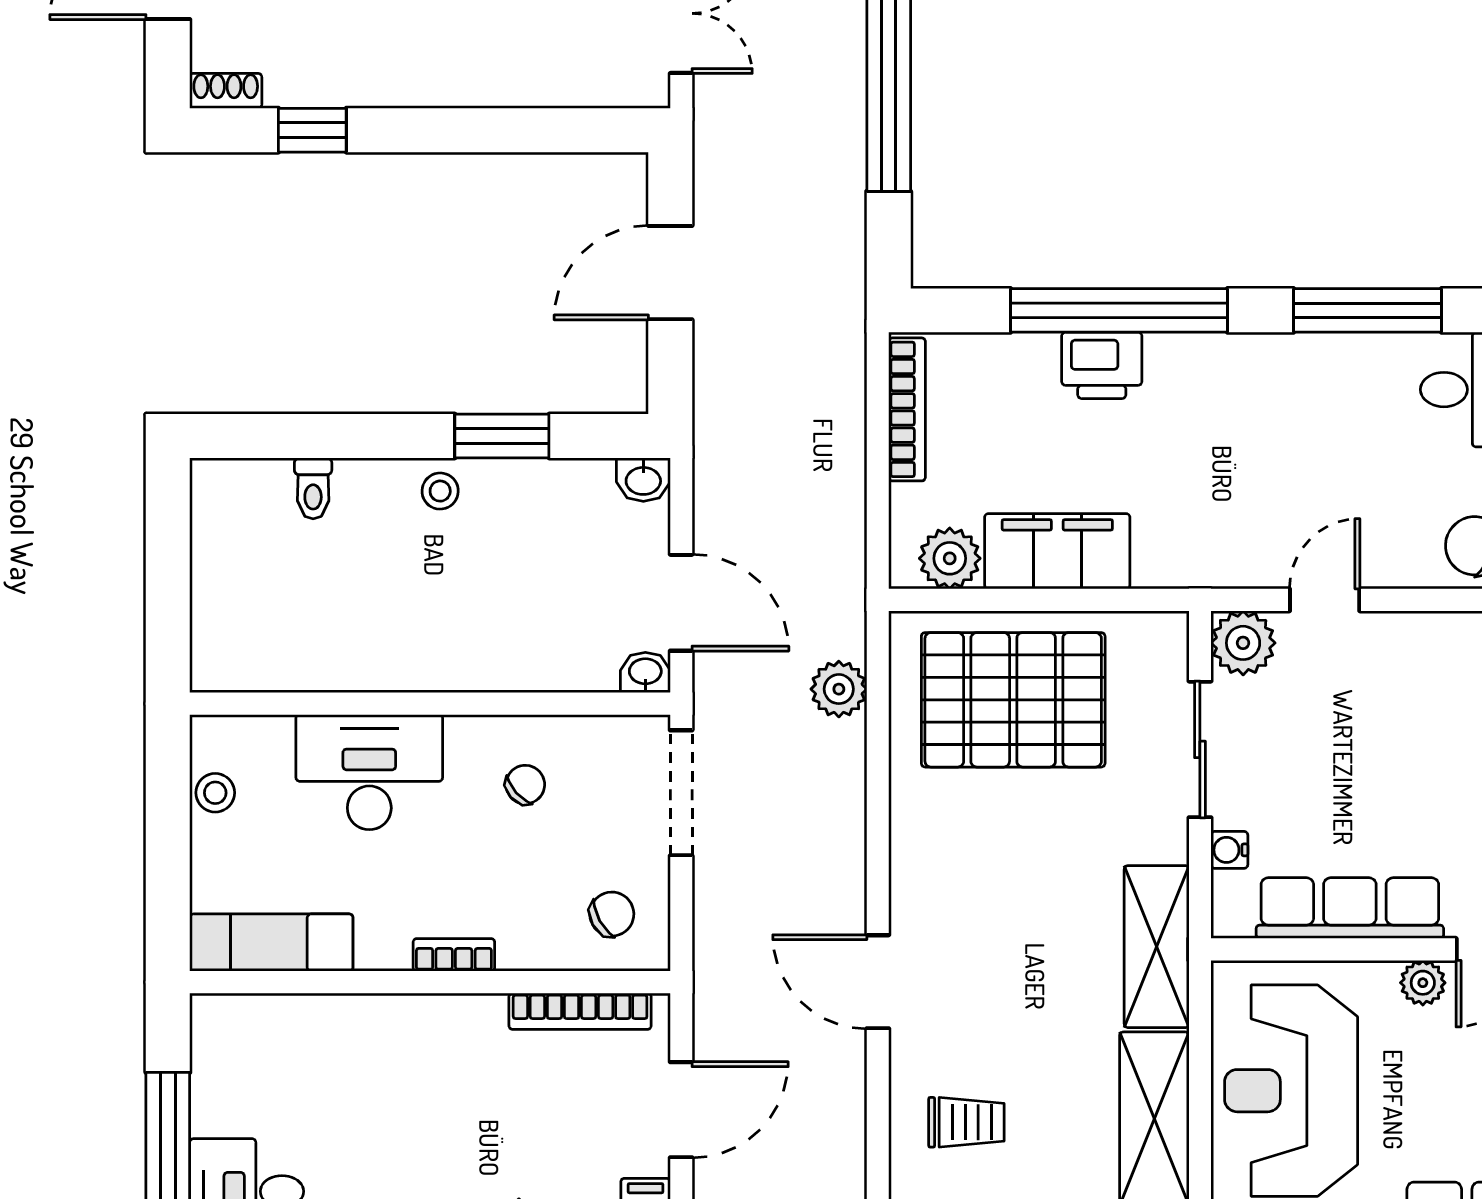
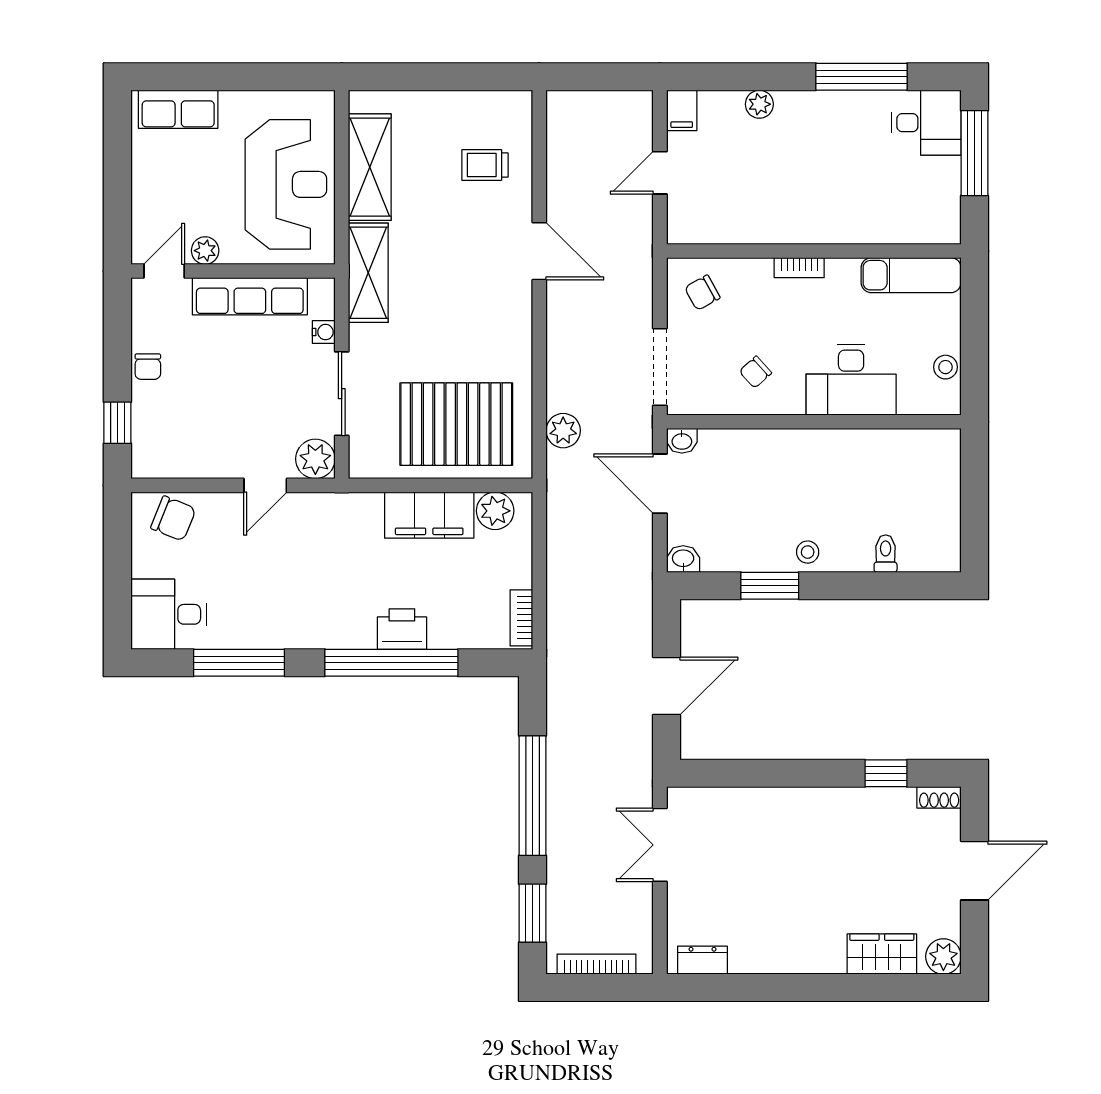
bookcase: (907, 409) -> (521, 618), width x0.64
bookcase: (580, 1011) -> (722, 233), removed
door: (681, 1110) -> (660, 173), width x0.73

